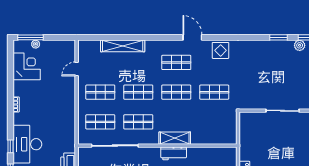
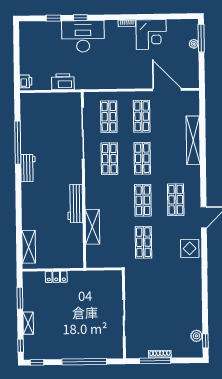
window: (279, 37) -> (205, 312), removed
corner desk: (27, 66) -> (151, 34), moved
door: (77, 69) -> (167, 90), width x1.88
shelving: (175, 138) -> (92, 227), moved
workbench: (174, 153) -> (75, 203), width x1.37

